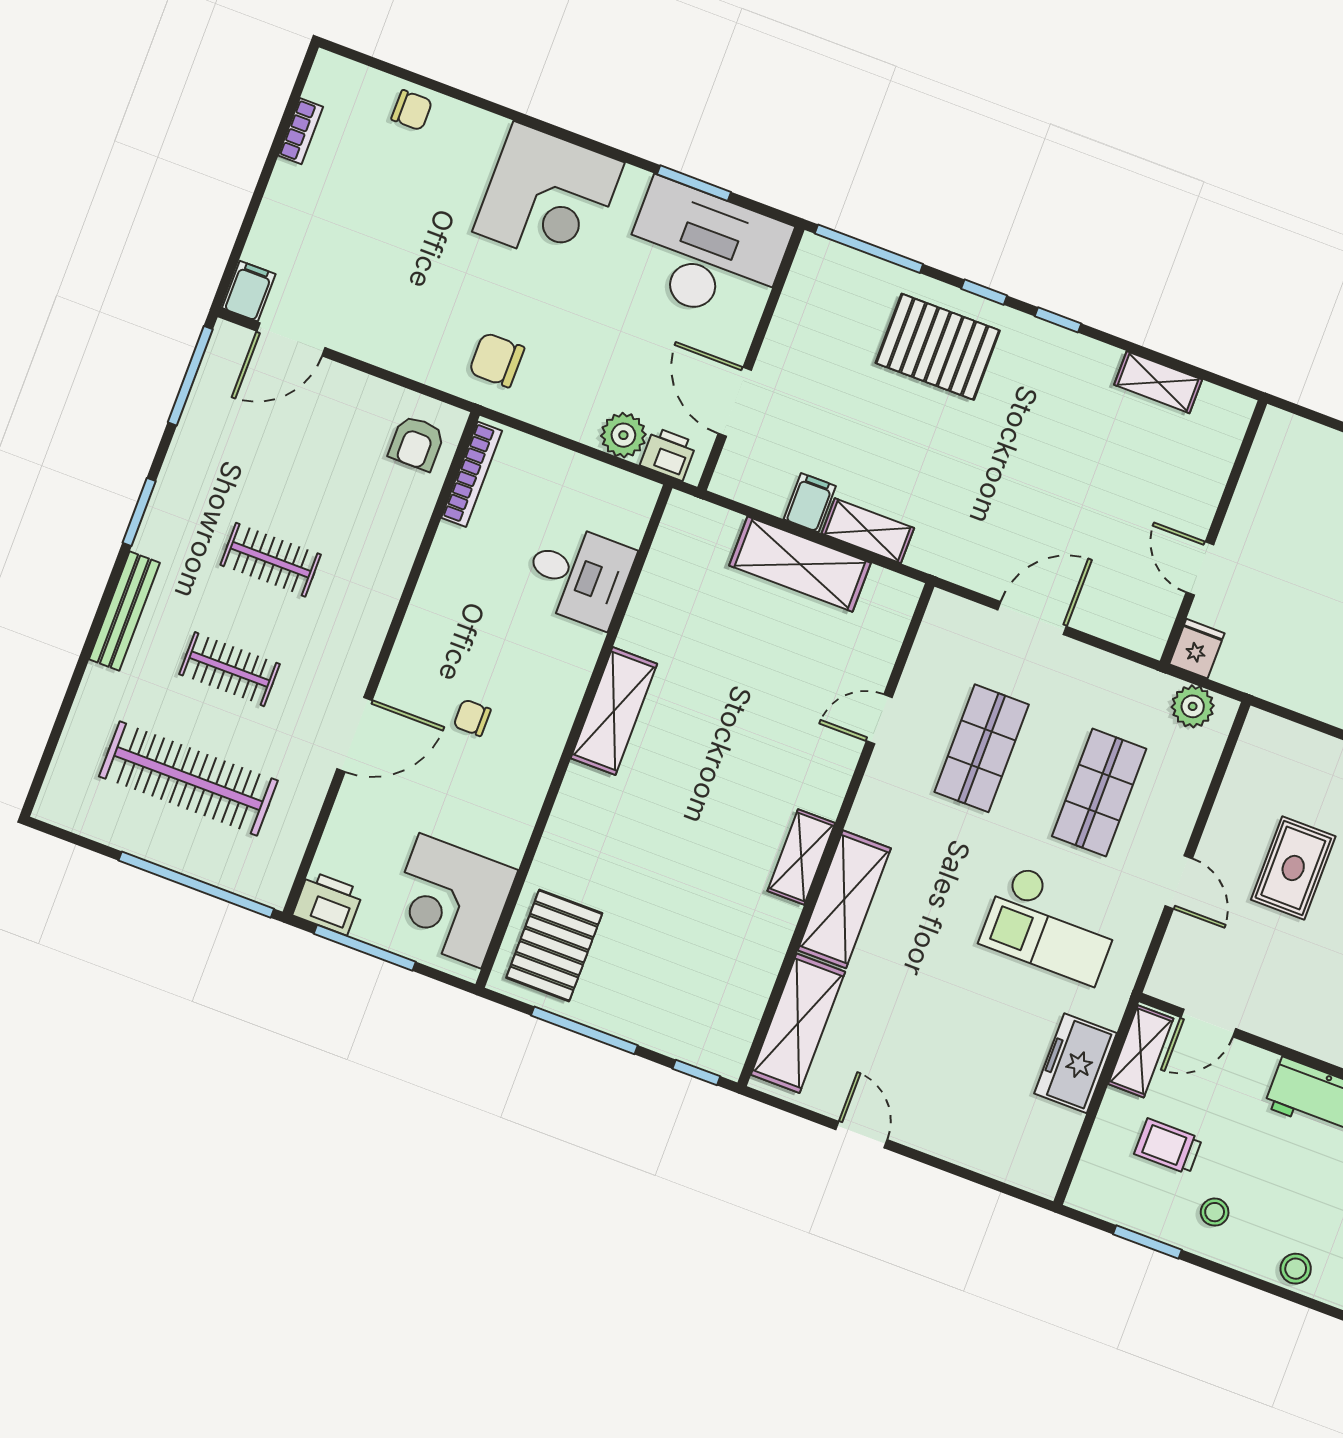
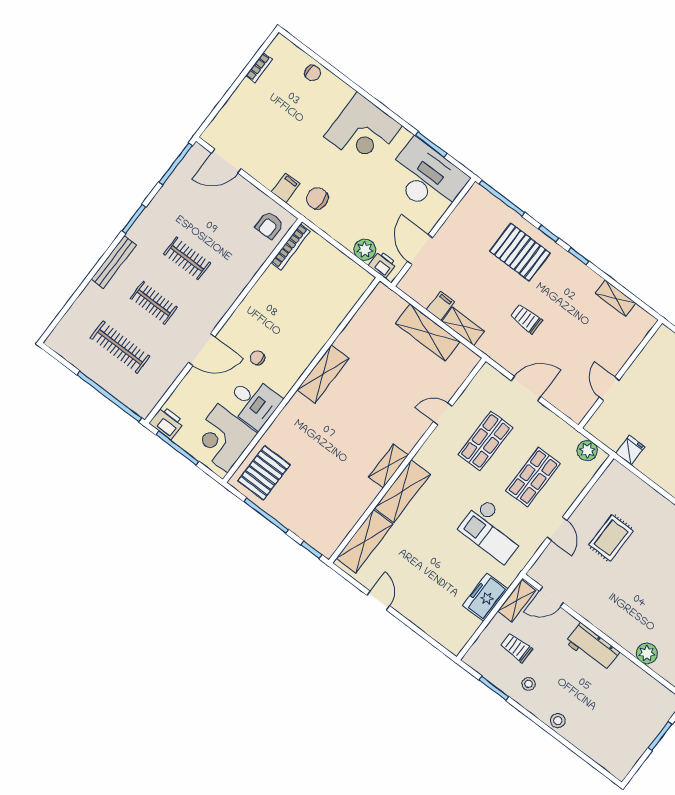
filing cabinet: (249, 291) -> (286, 188), moved
trolley: (990, 477) -> (526, 319), added
desk: (579, 575) -> (254, 402), moved
fridge: (1197, 649) -> (630, 450), moved
clothes rail: (188, 779) -> (120, 347), width x0.73, depth x0.76

